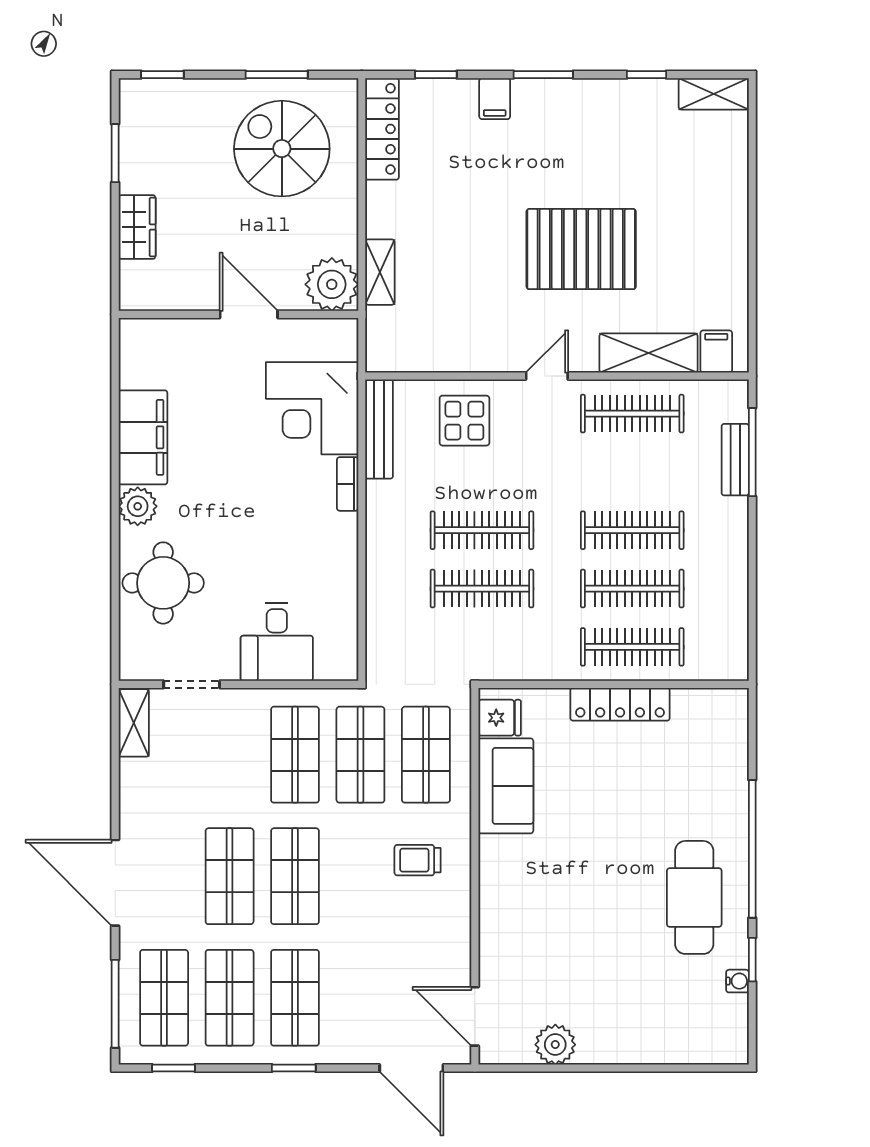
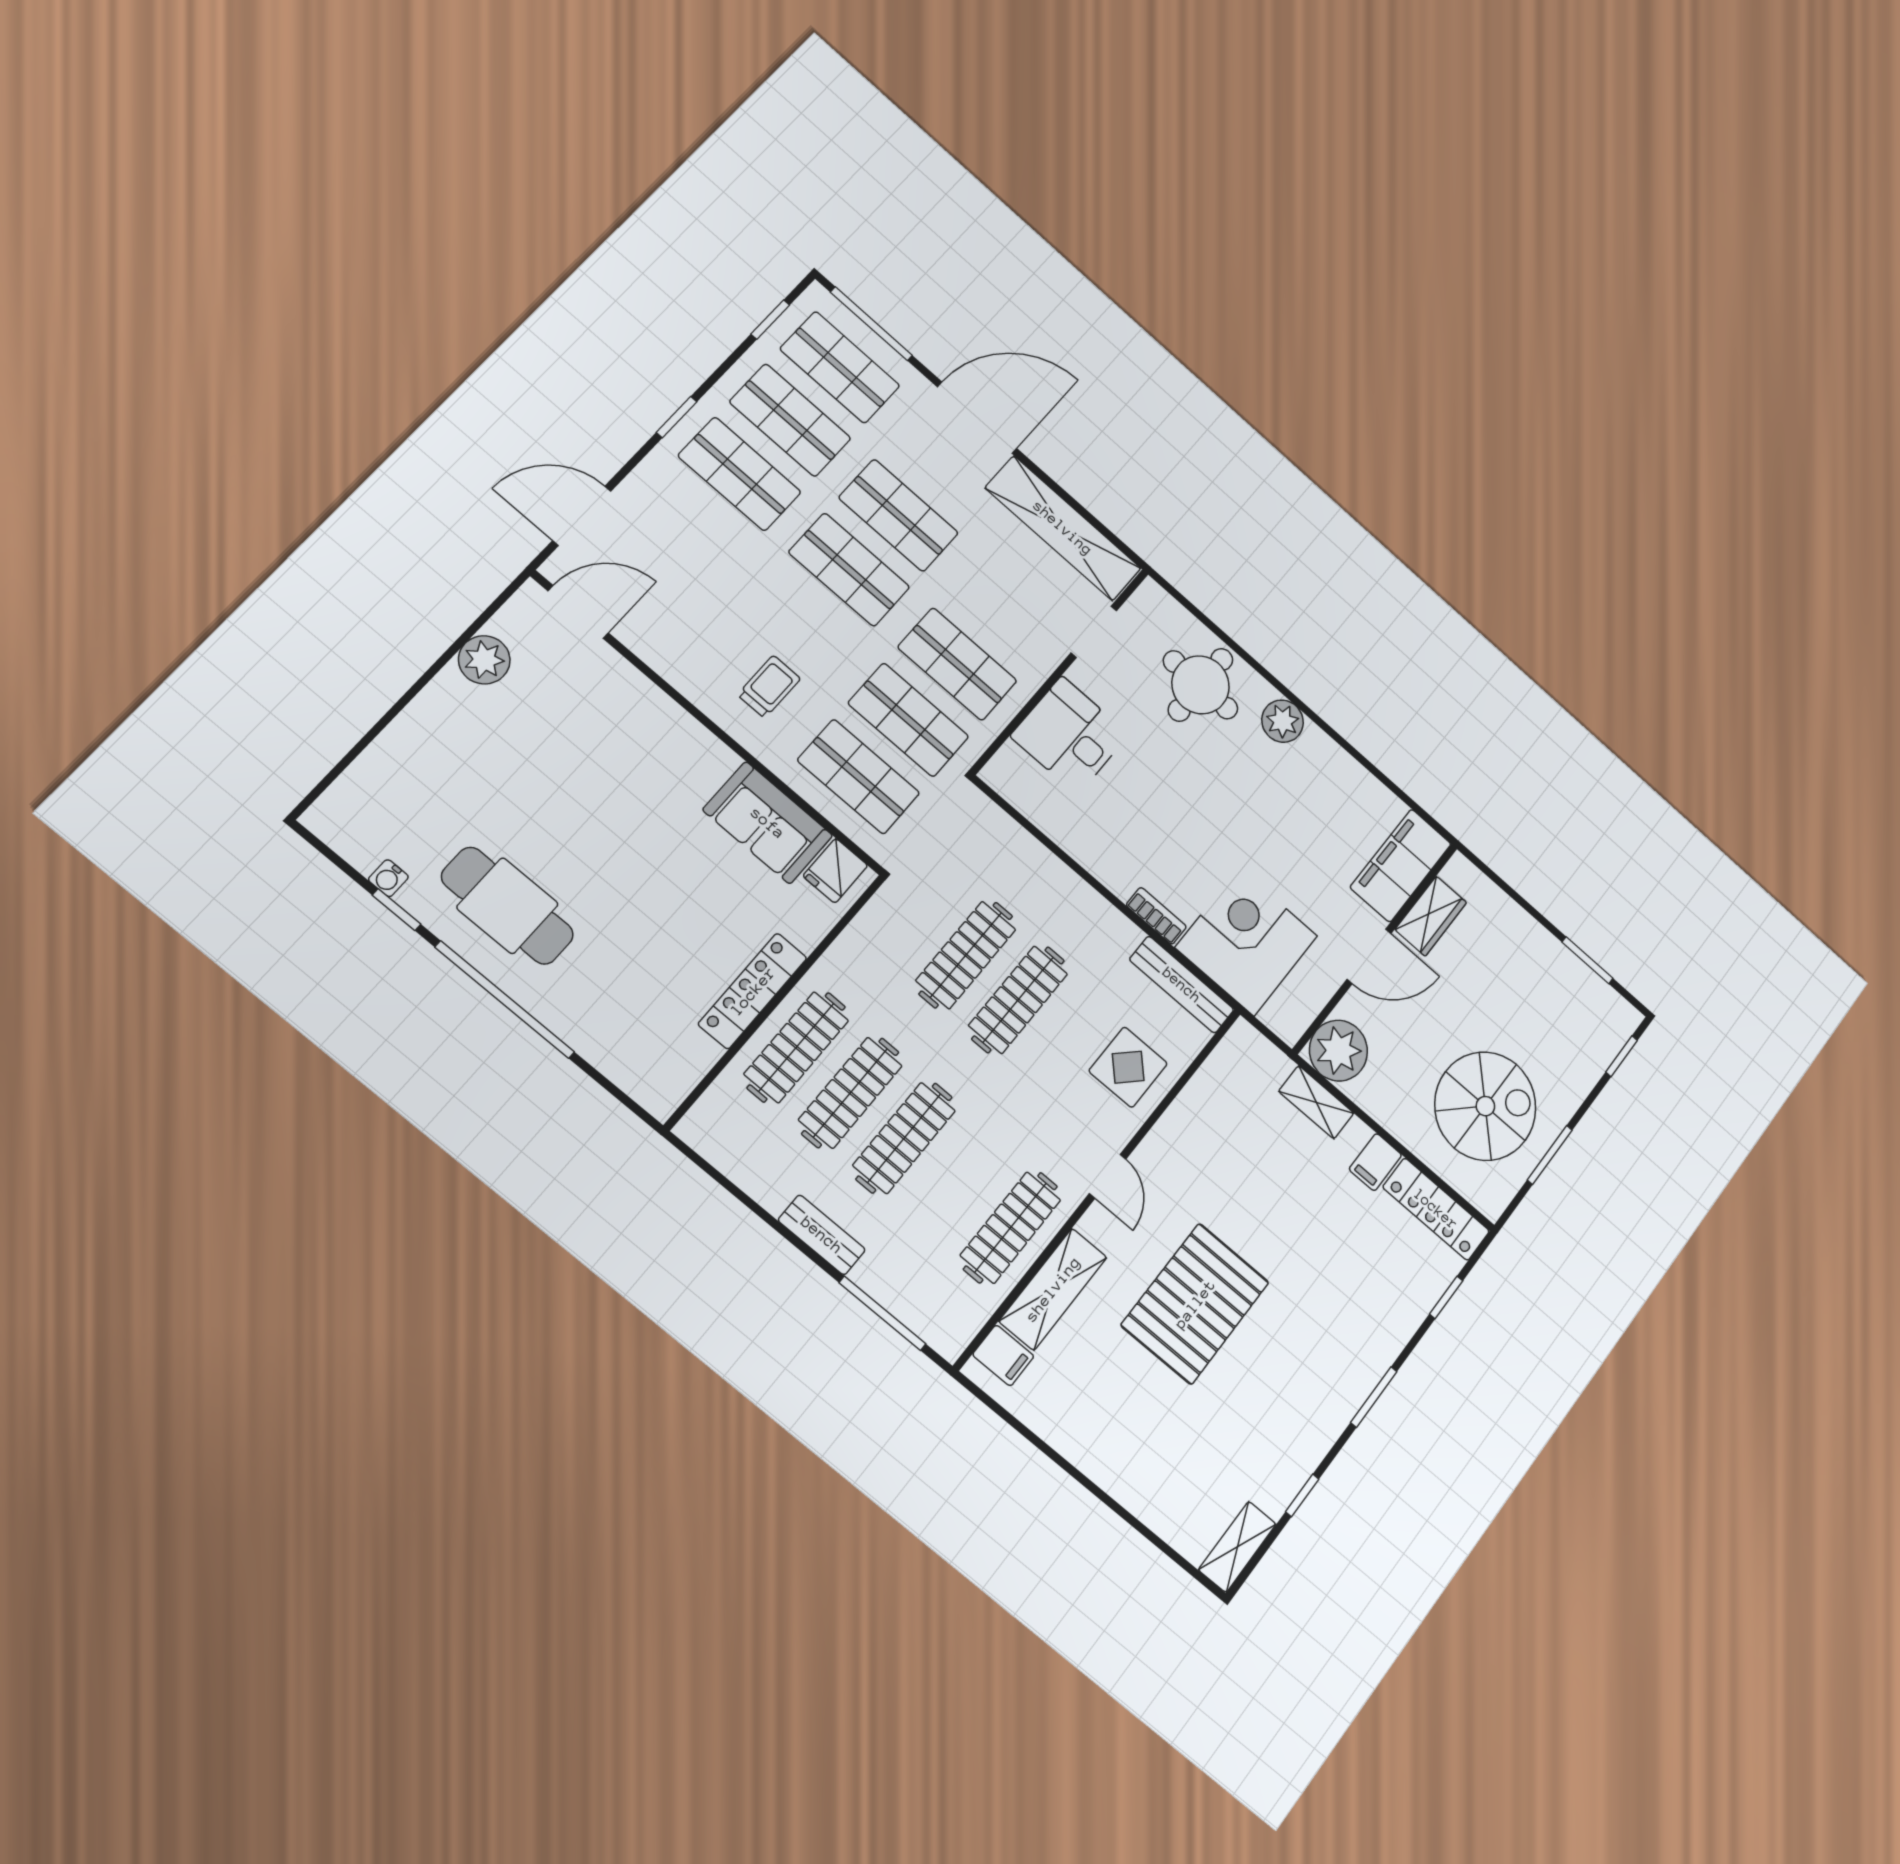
filing cabinet: (495, 99) -> (1375, 1162), moved, turned -90
wardrobe: (137, 227) -> (1431, 916), moved, turned -90
filing cabinet: (143, 437) -> (1401, 866), moved, turned 90
bench: (735, 460) -> (822, 1235), moved
shelving: (134, 723) -> (1063, 528), width x2.20, depth x1.33

